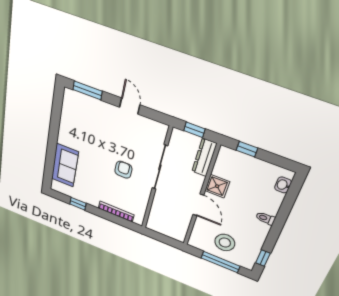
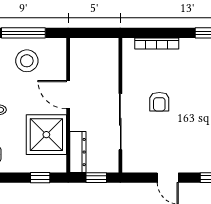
shower: (217, 186) -> (46, 135), width x1.86, depth x1.86

